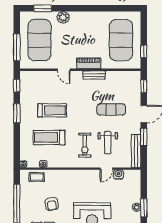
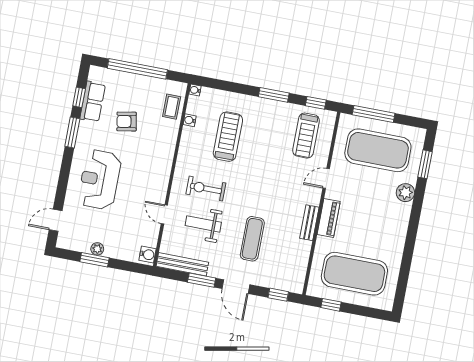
treadmill: (52, 110) -> (306, 136), moved
water cooler: (118, 174) -> (147, 254), moved

